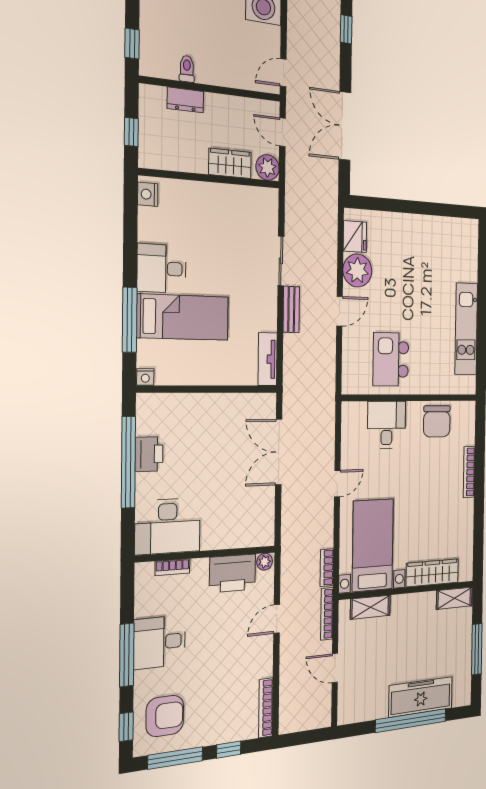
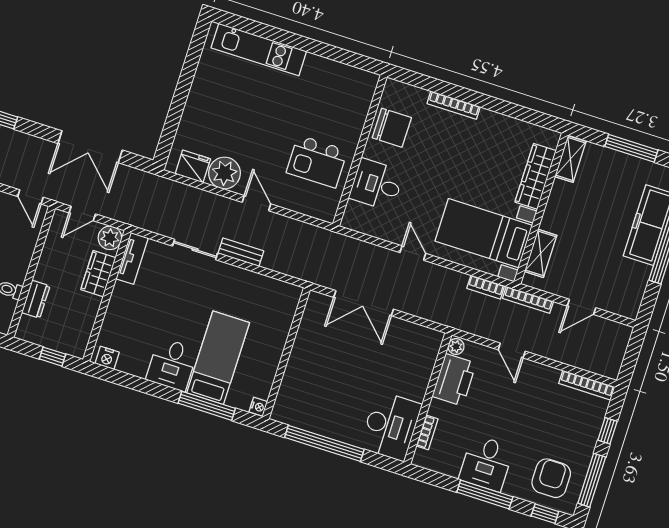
kitchen unit: (466, 329) -> (259, 50), moved
tv unit: (268, 359) -> (132, 258), moved, turned -90
printer: (149, 454) -> (324, 423), removed

